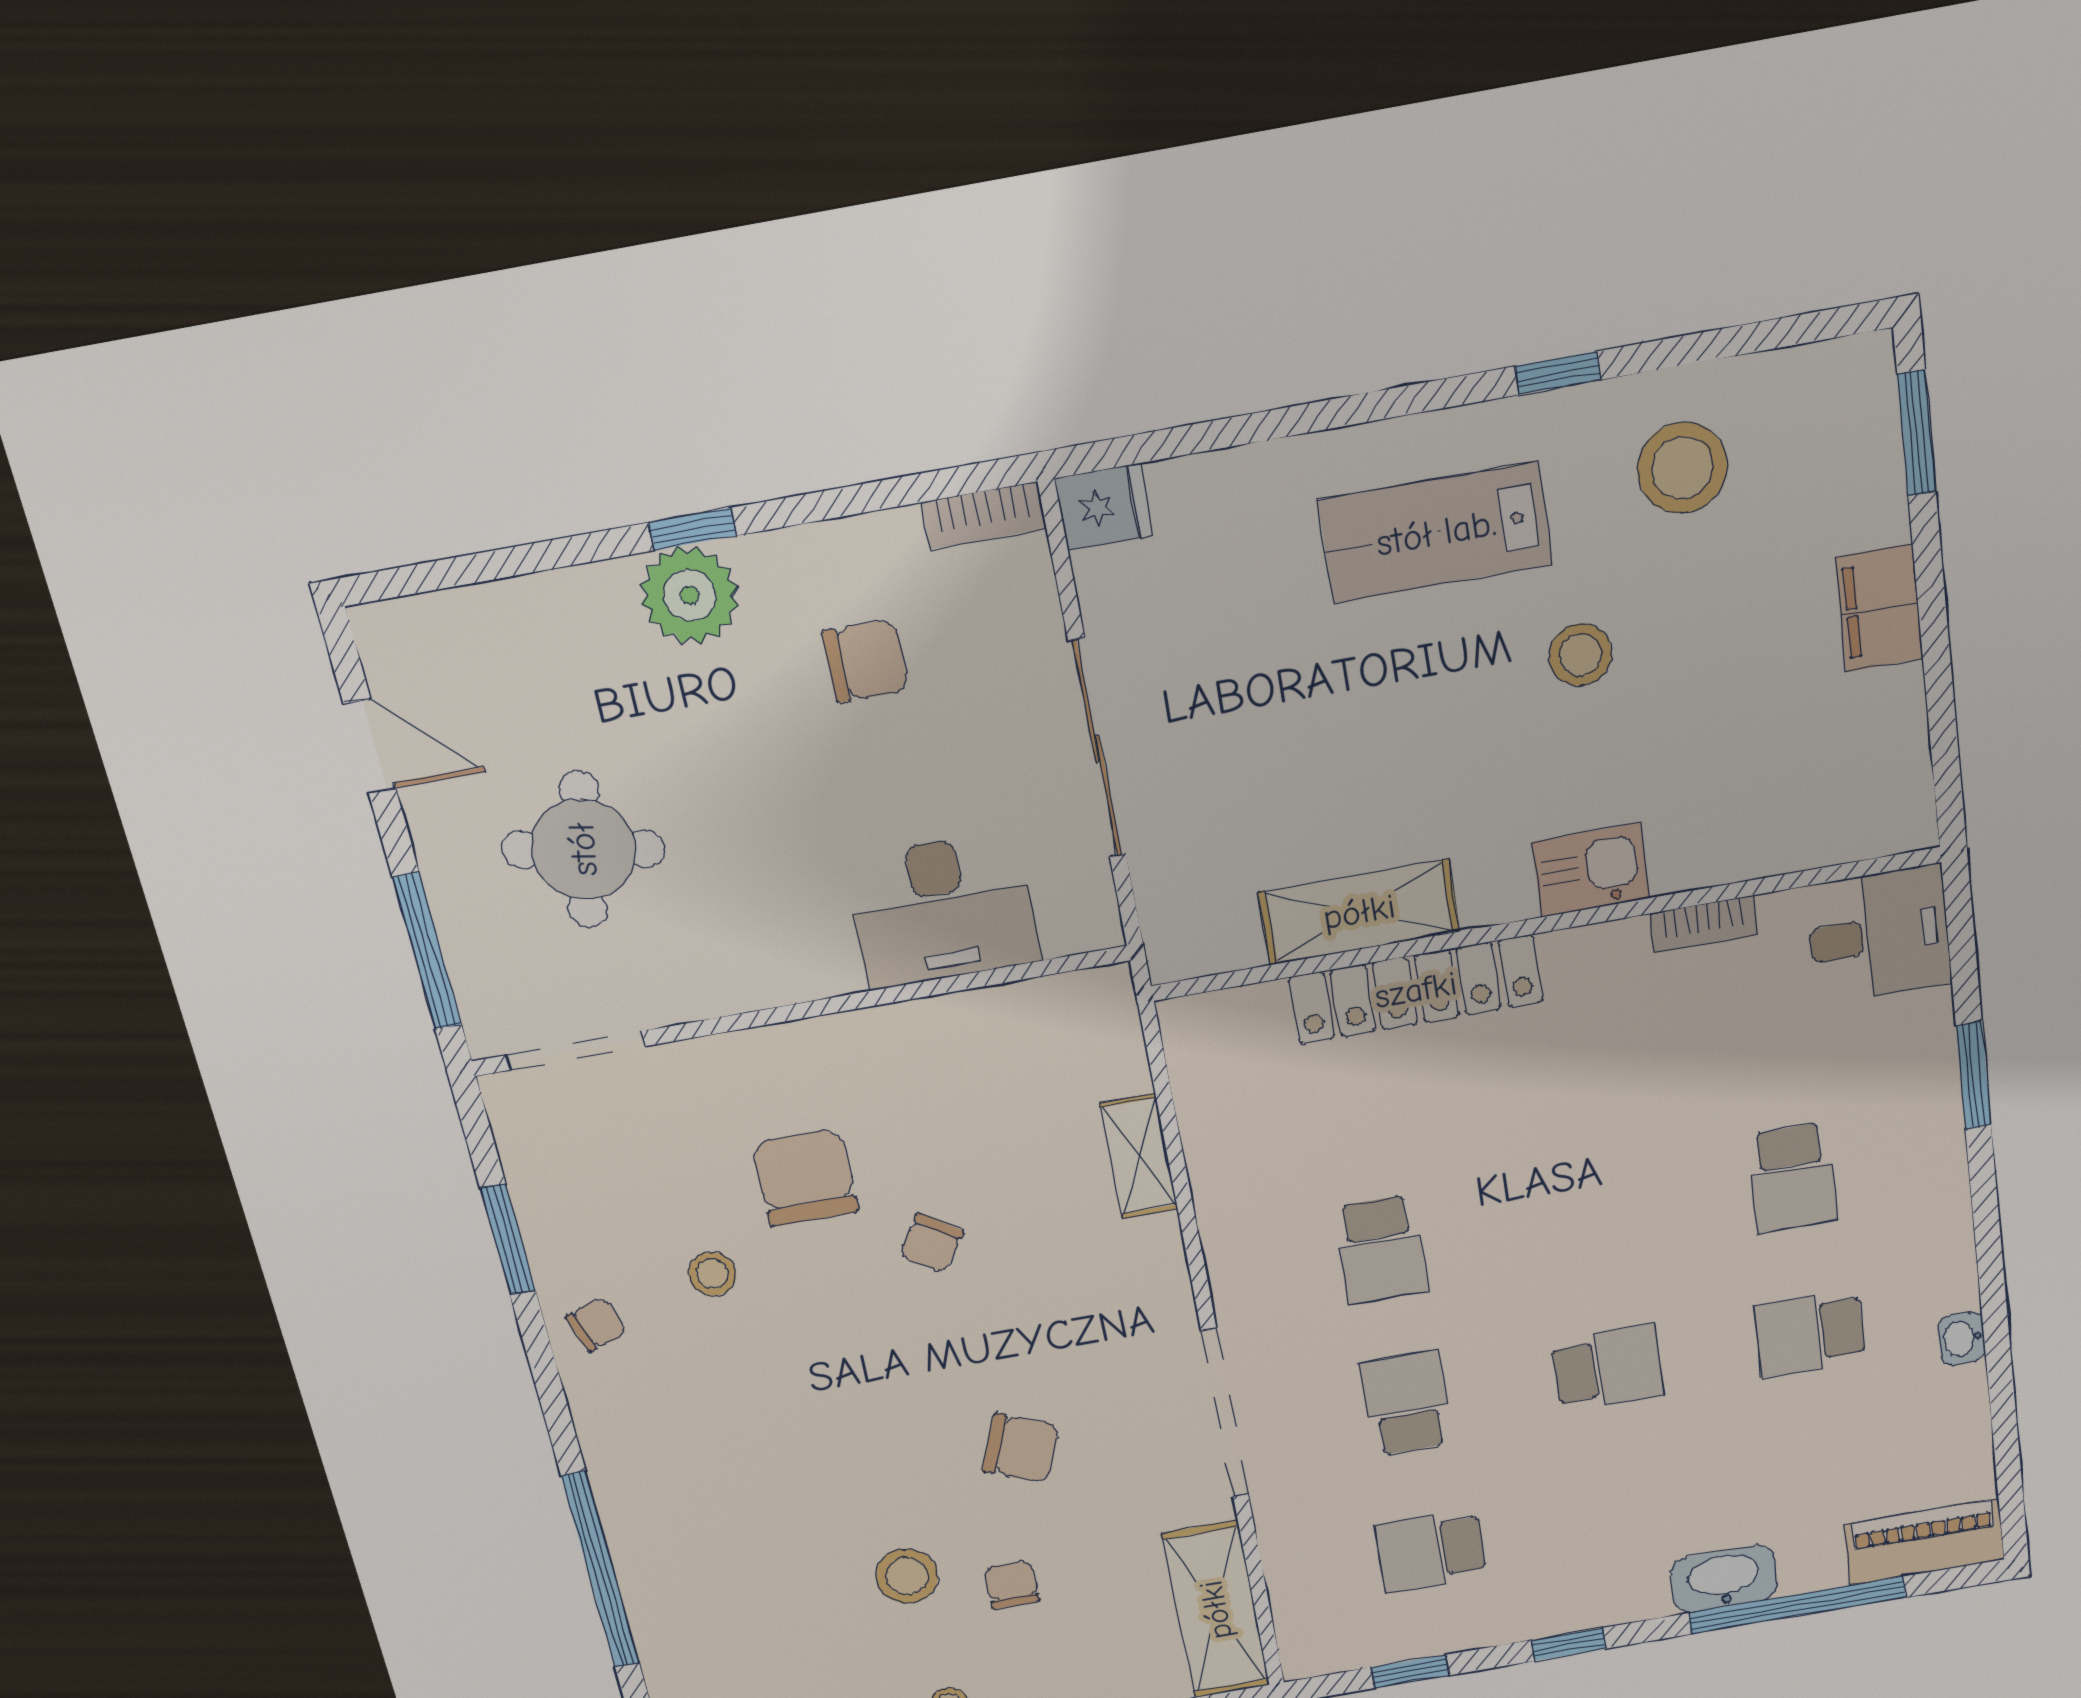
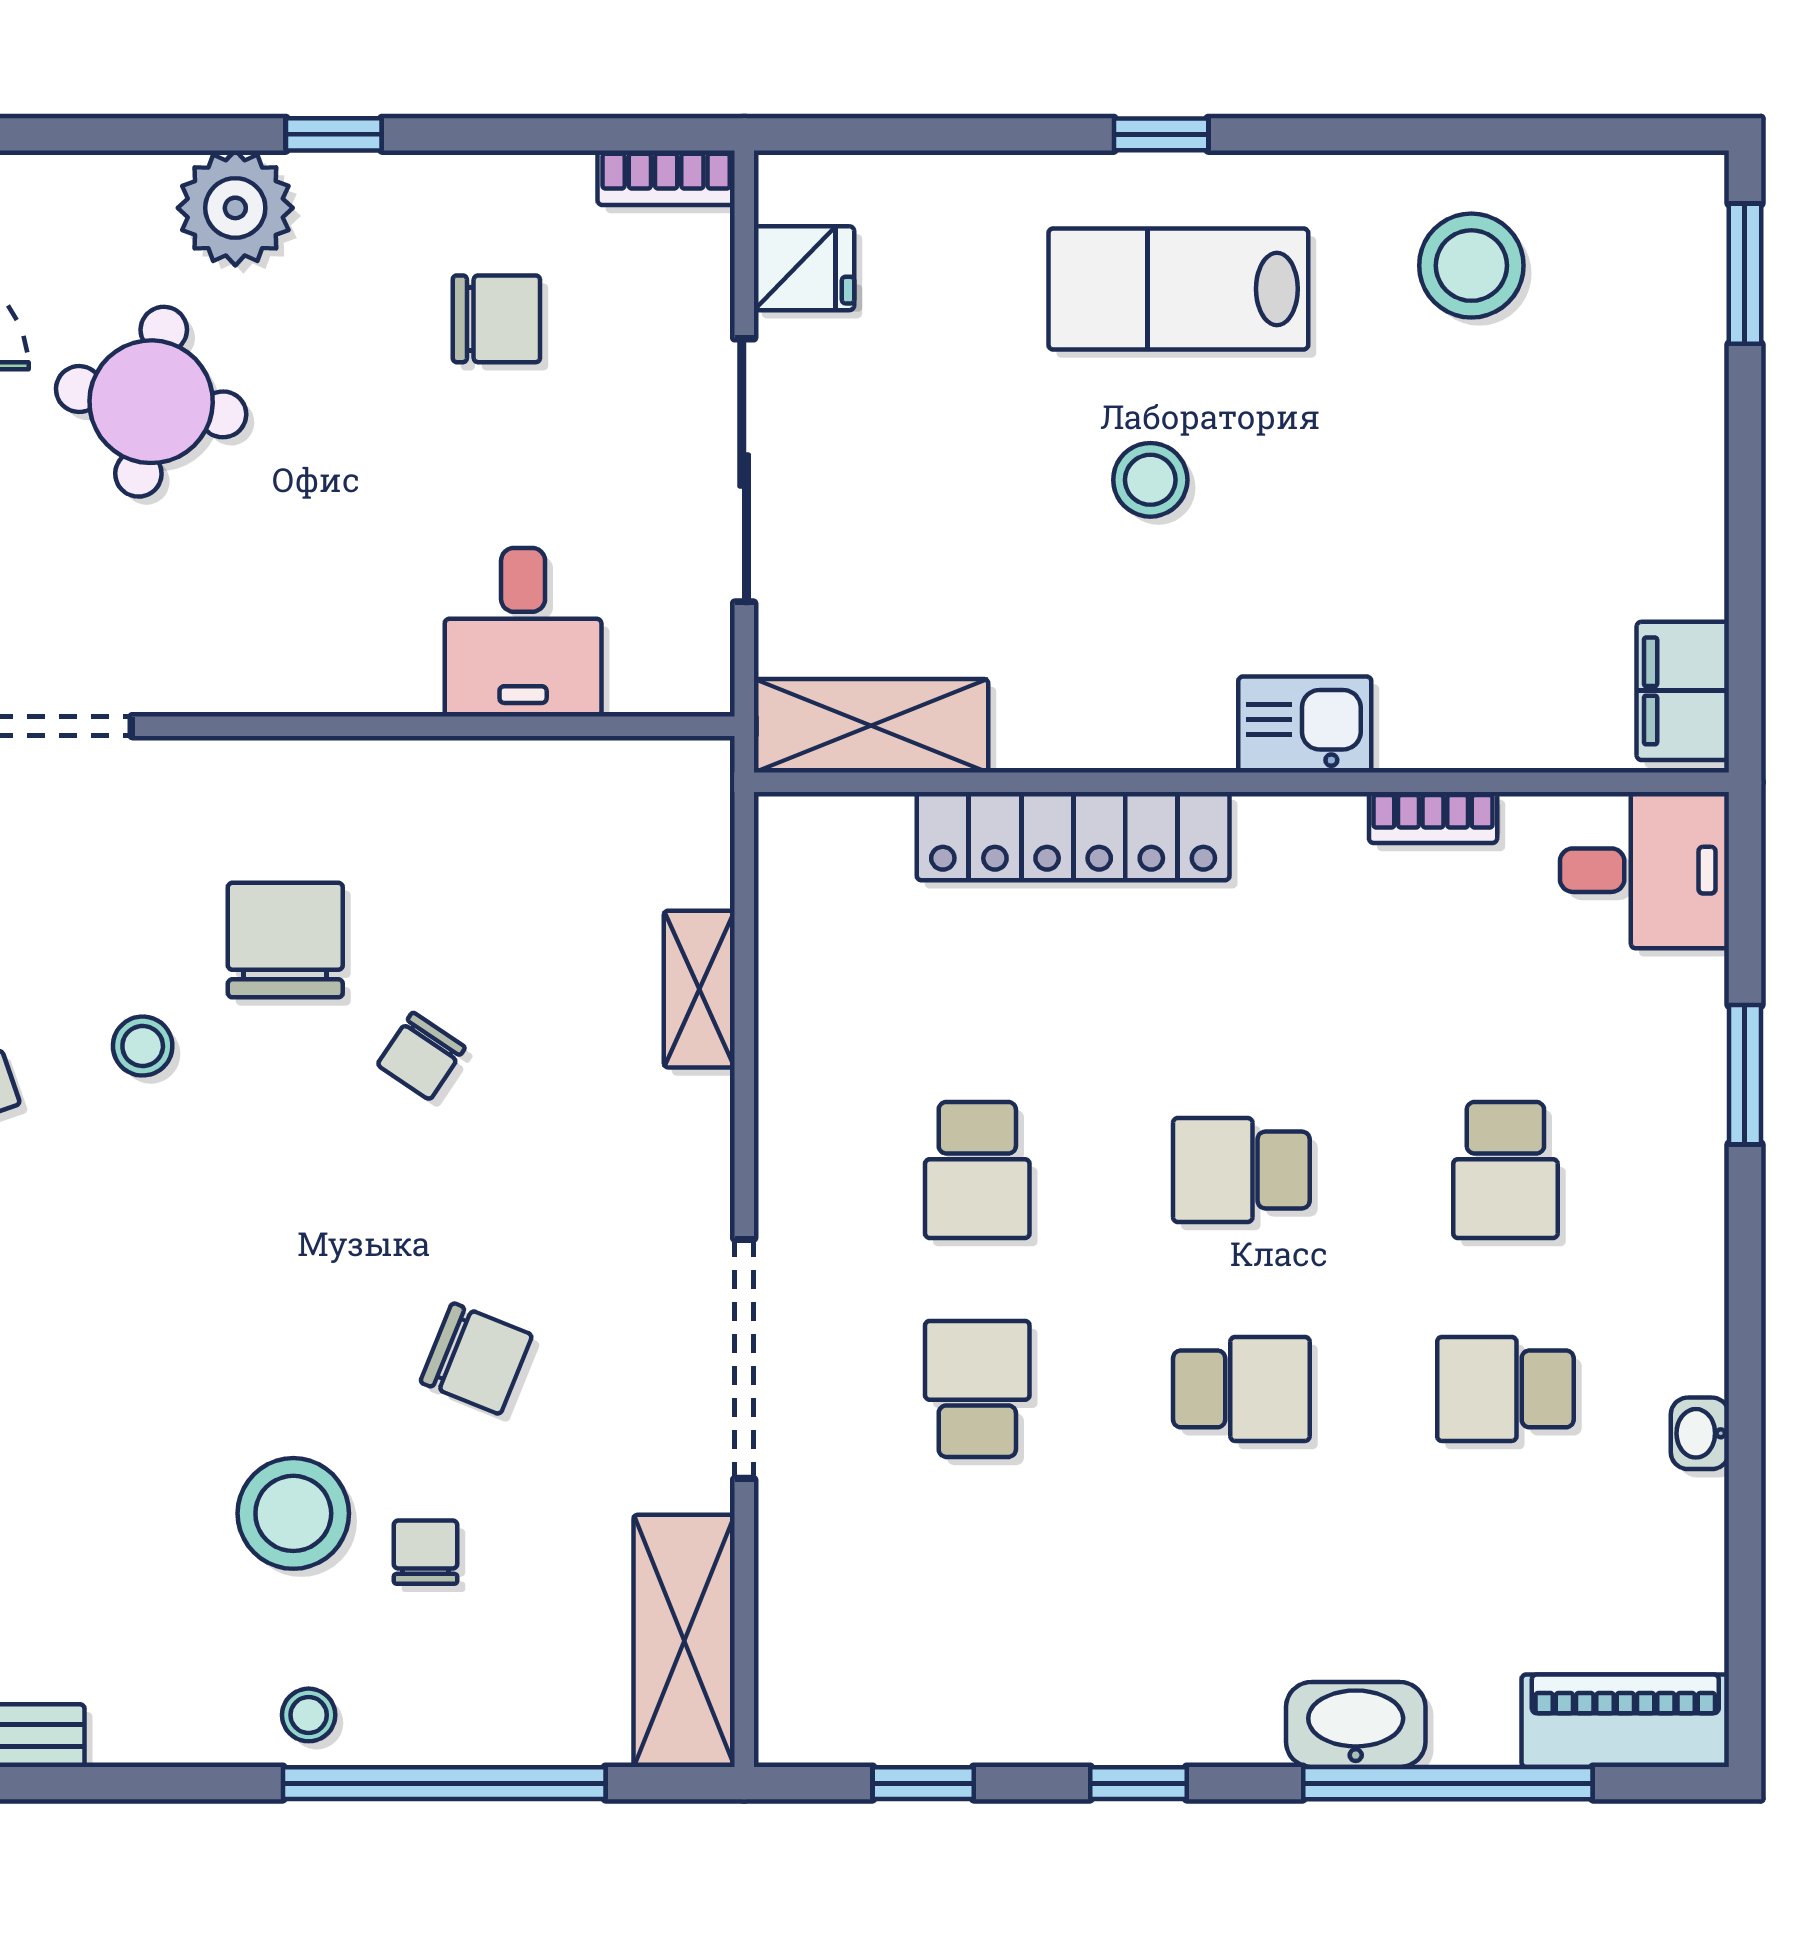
window: (1558, 373) -> (1161, 134), moved
fridge: (1104, 507) -> (804, 268), moved
plant: (690, 595) -> (235, 208), moved
filing cabinet: (1879, 608) -> (1683, 691), moved
stool: (1580, 655) -> (1150, 480), moved
round table: (583, 849) -> (151, 402), moved
desk: (942, 910) -> (523, 632), width x0.73
shelving: (1359, 912) -> (871, 726), moved
school desk: (1431, 1551) -> (1241, 1170), moved
stool: (907, 1576) -> (293, 1513), width x1.38, depth x1.38

